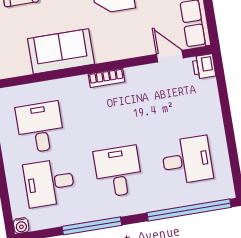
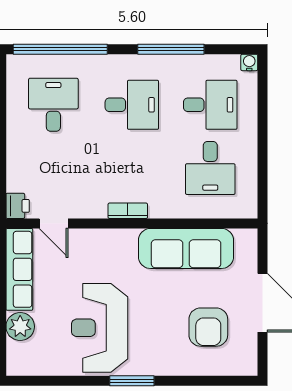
sofa: (61, 51) -> (186, 248), width x1.36
desk: (187, 160) -> (53, 105), turned 90
desk: (118, 172) -> (132, 105), turned -90

